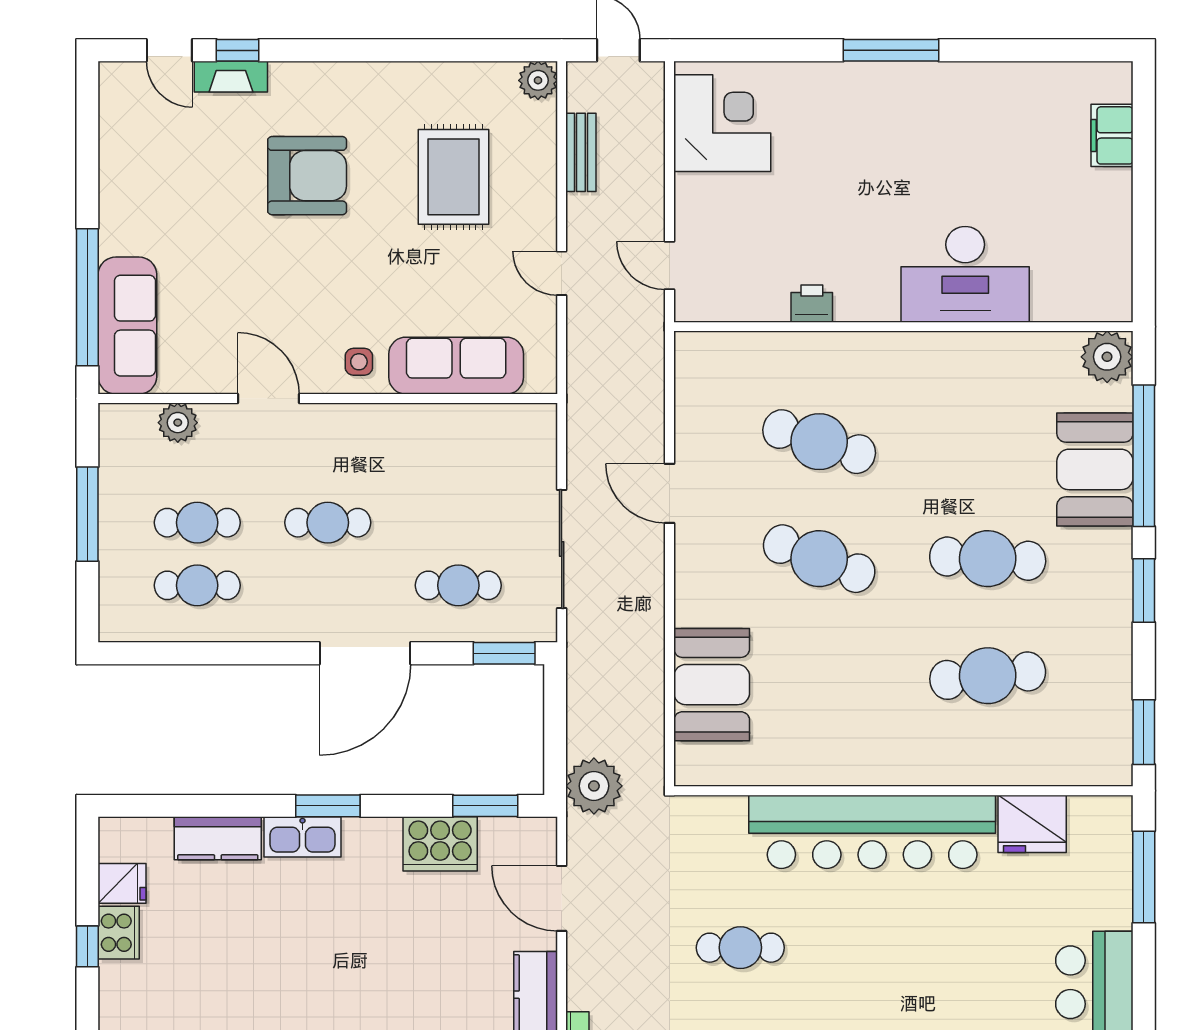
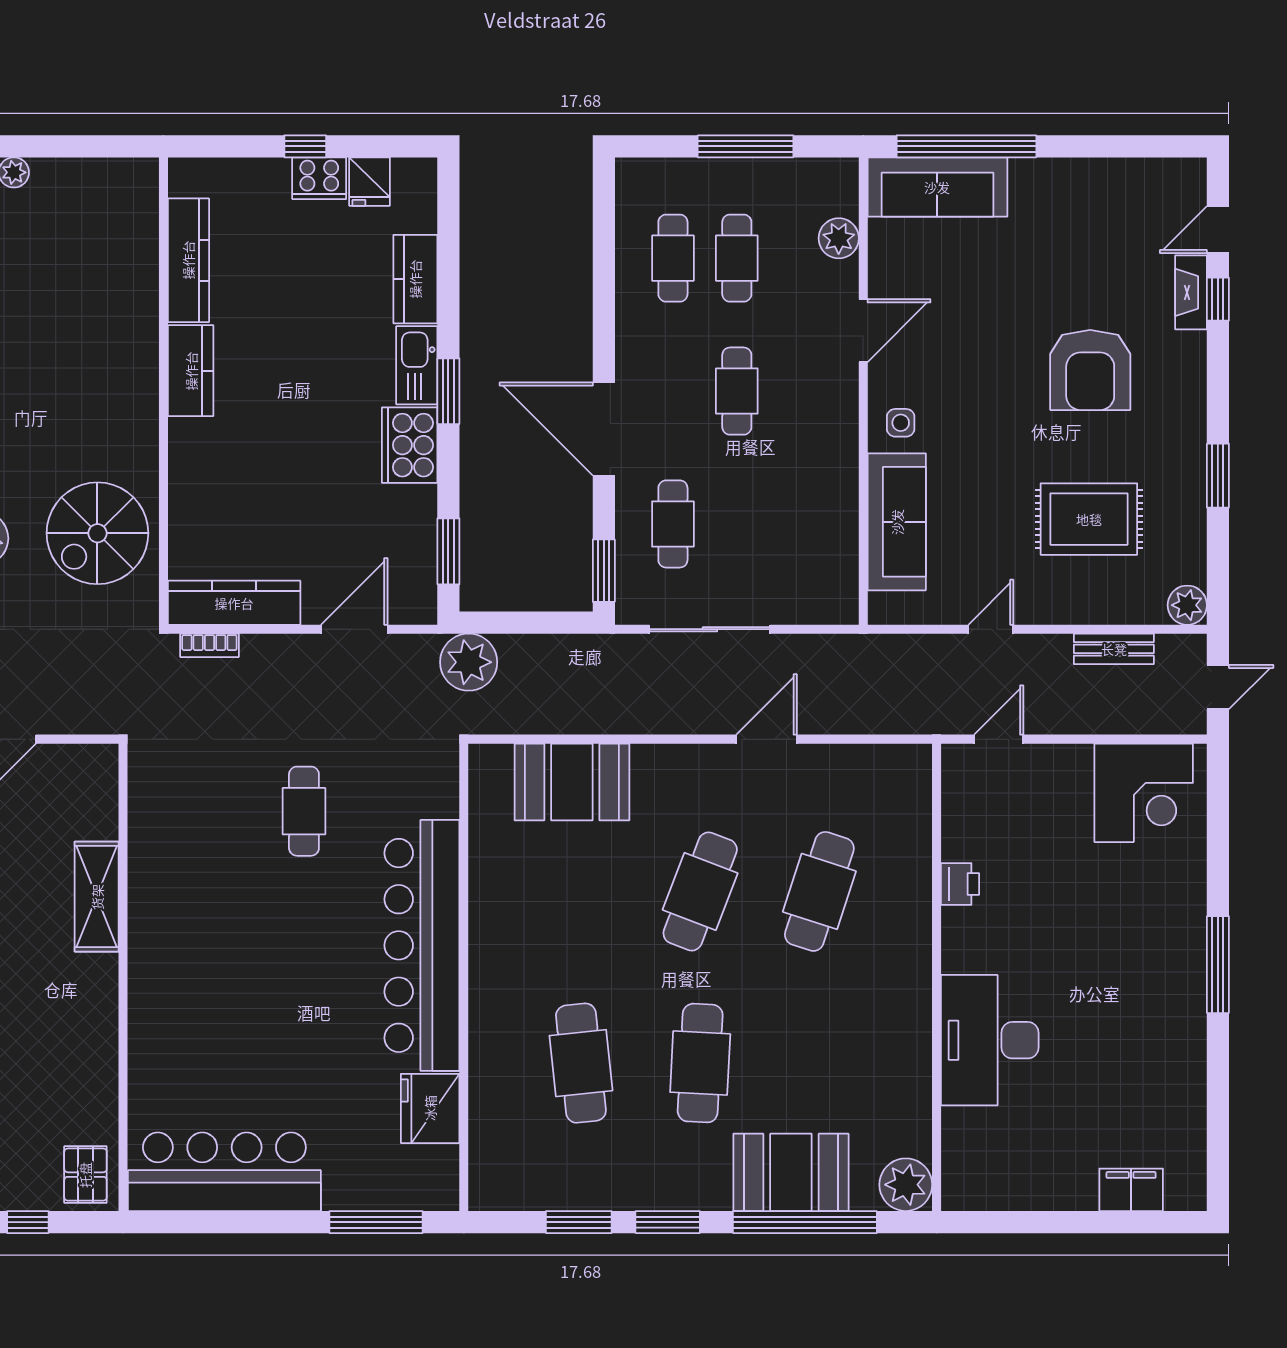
window: (411, 50) -> (1218, 476), added
window: (1144, 732) -> (579, 1222), moved
cooker: (440, 844) -> (410, 445), moved

